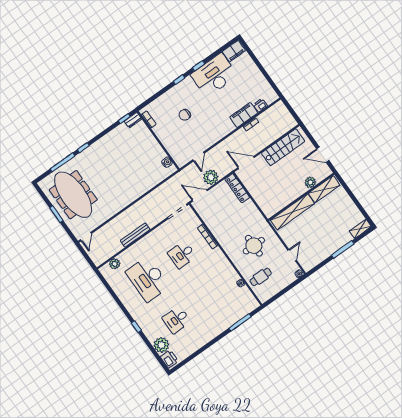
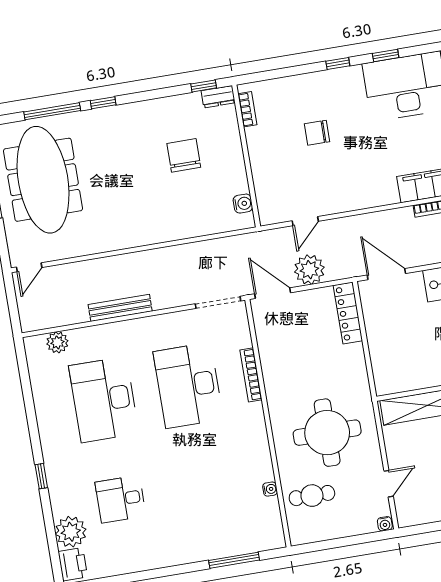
chair: (130, 154) -> (184, 155), added
round table: (254, 246) -> (327, 433), width x1.36, depth x1.36
desk: (182, 255) -> (188, 385), width x1.87, depth x1.30

